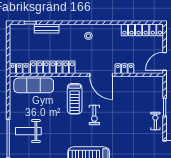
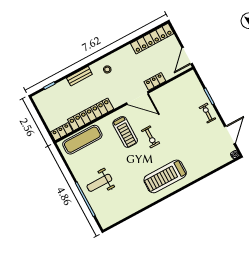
bench: (47, 29) -> (79, 76), moved

